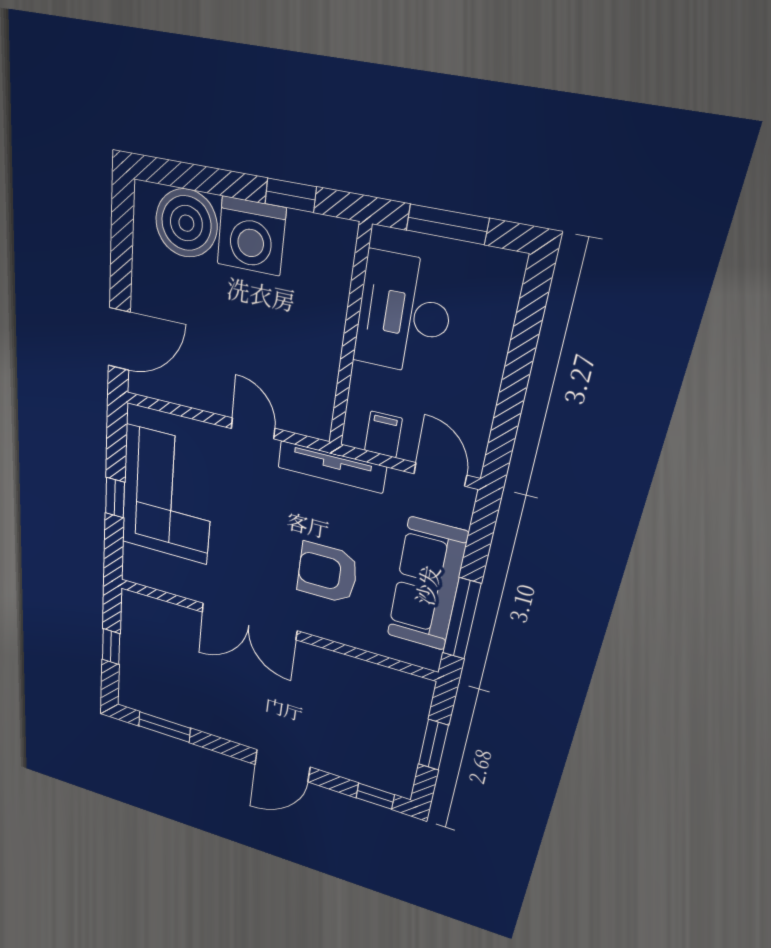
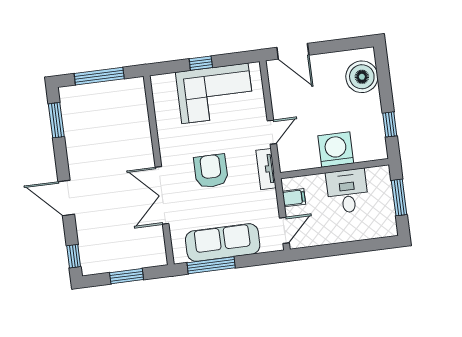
washing machine: (251, 236) -> (336, 149), moved, turned 90
desk: (404, 314) -> (347, 191), width x0.73
tv unit: (332, 467) -> (266, 169), width x0.71
armchair: (327, 573) -> (211, 171), moved
double door: (249, 621) -> (162, 195), moved
window: (111, 647) -> (99, 76), width x2.17

